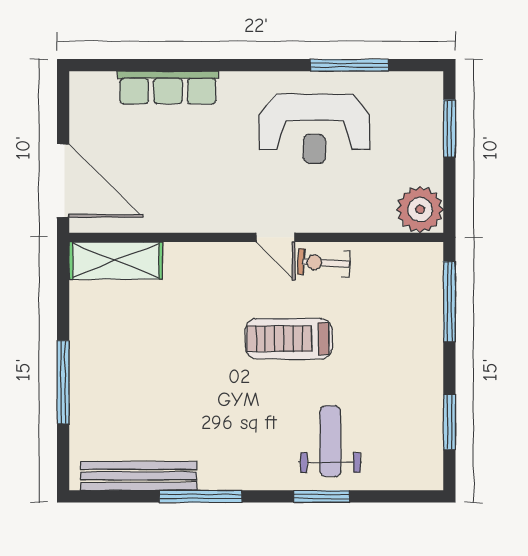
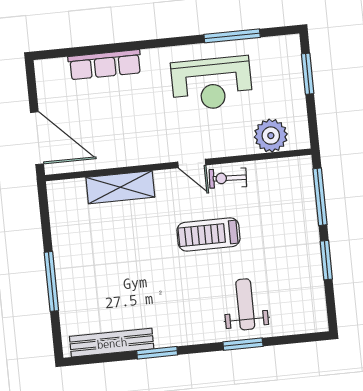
plant: (420, 209) -> (271, 136), moved
shelving: (116, 261) -> (120, 187), moved
window: (449, 422) -> (326, 260), moved
window: (201, 496) -> (157, 353), width x0.69

